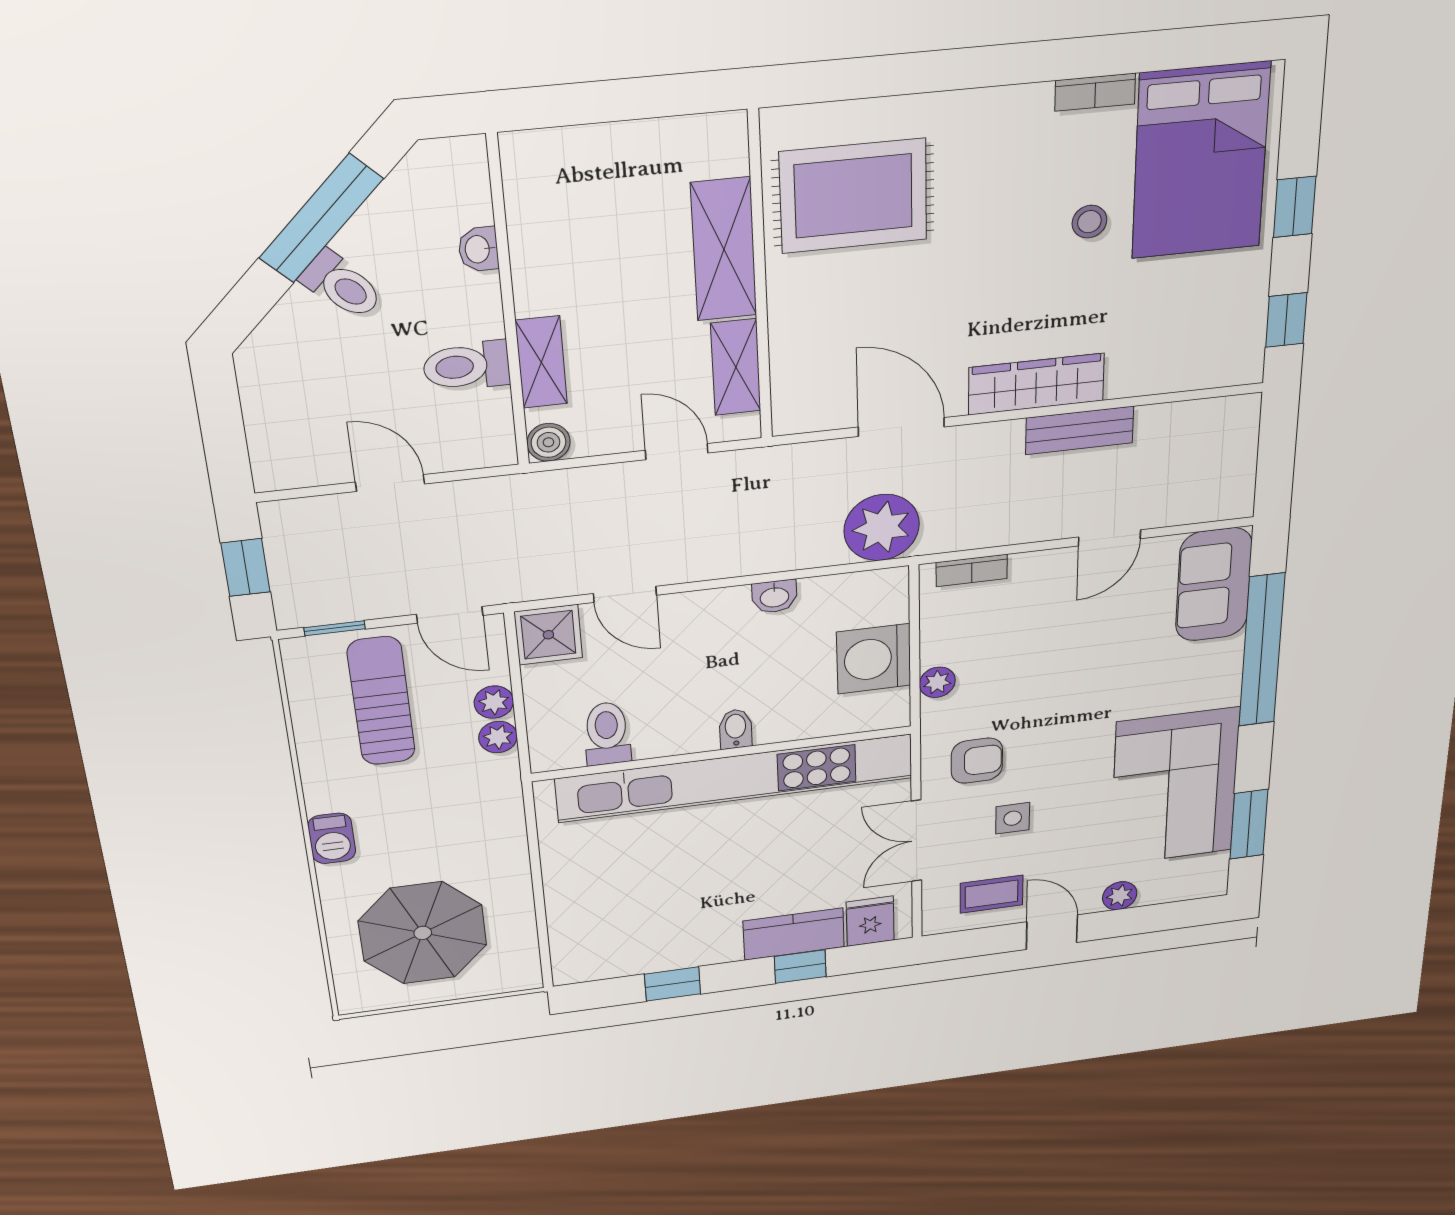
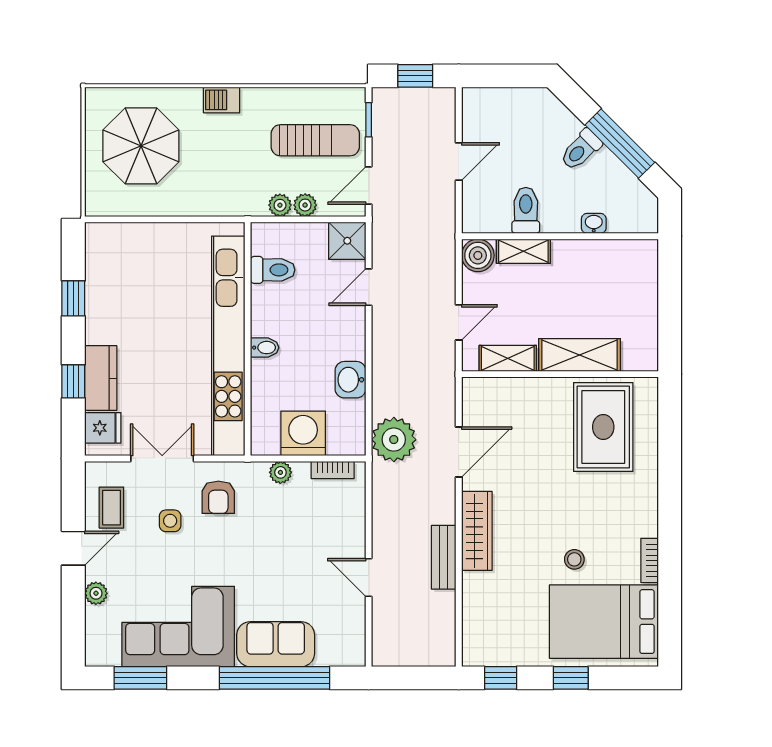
boiler: (548, 442) -> (478, 255), width x1.36, depth x1.36
bookcase: (972, 570) -> (333, 470), moved, turned -90
sofa: (1214, 585) -> (276, 644), moved
washbasin: (774, 597) -> (350, 380), width x1.38, depth x1.45

